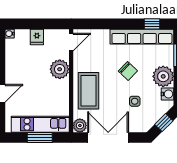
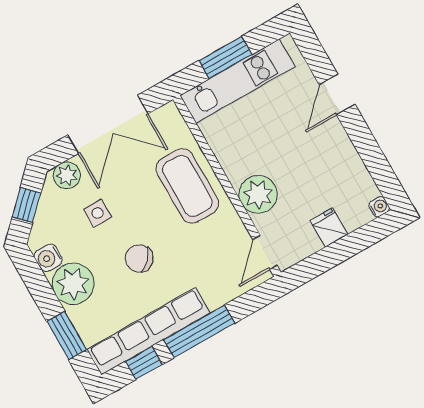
window: (120, 24) -> (199, 331), added
plant: (80, 125) -> (67, 175), moved

